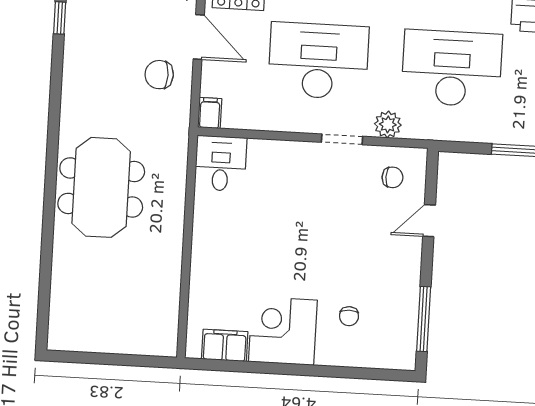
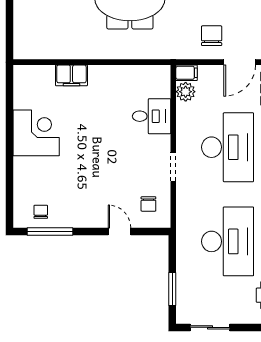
plant: (388, 124) -> (186, 92), moved
desk: (221, 163) -> (152, 116), moved
chair: (349, 316) -> (41, 212), moved, turned 90
filing cabinet: (225, 345) -> (71, 75), moved, turned 90

